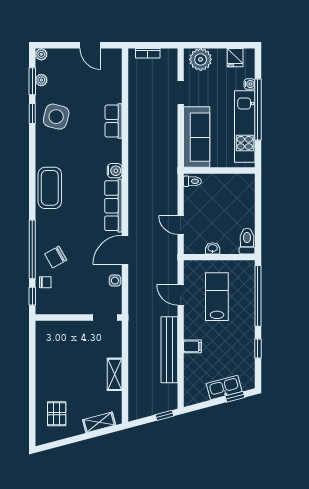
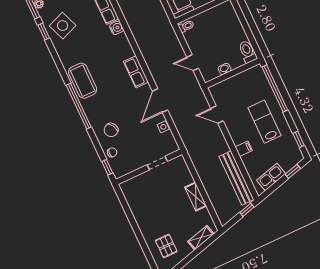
side table: (56, 117) -> (63, 26), turned -35
water cooler: (115, 171) -> (117, 28), moved
row of seats: (113, 206) -> (136, 72), width x0.68
window: (32, 249) -> (79, 106), moved
lab bench: (217, 297) -> (264, 122), moved
doorway: (105, 317) -> (157, 163), moved
window: (258, 349) -> (299, 139), moved
bench: (169, 350) -> (236, 178), moved
kitchen sink: (224, 388) -> (271, 177), moved

